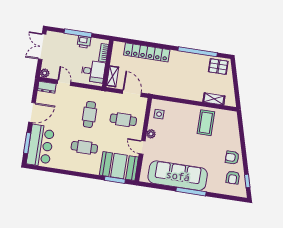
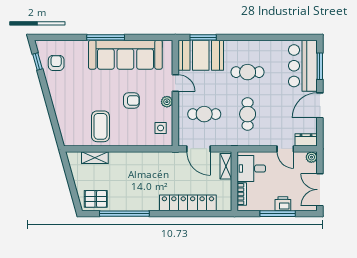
printer: (84, 42) -> (283, 204), moved
double door: (42, 47) -> (320, 190), swing flipped
armchair: (232, 158) -> (131, 100), moved

